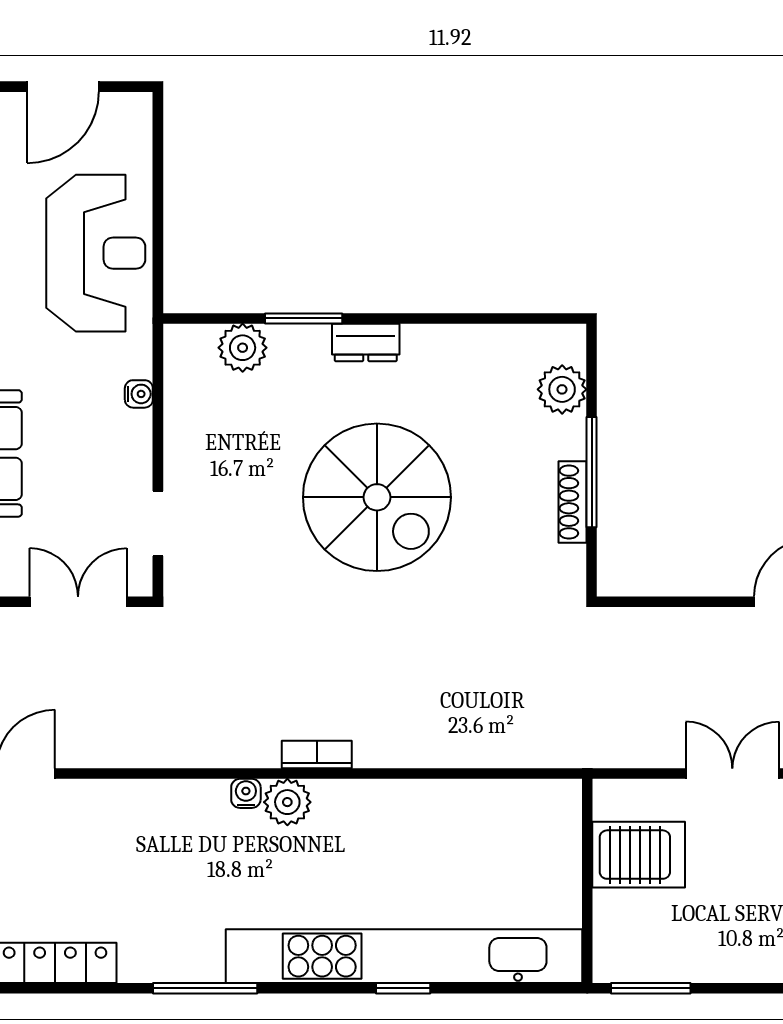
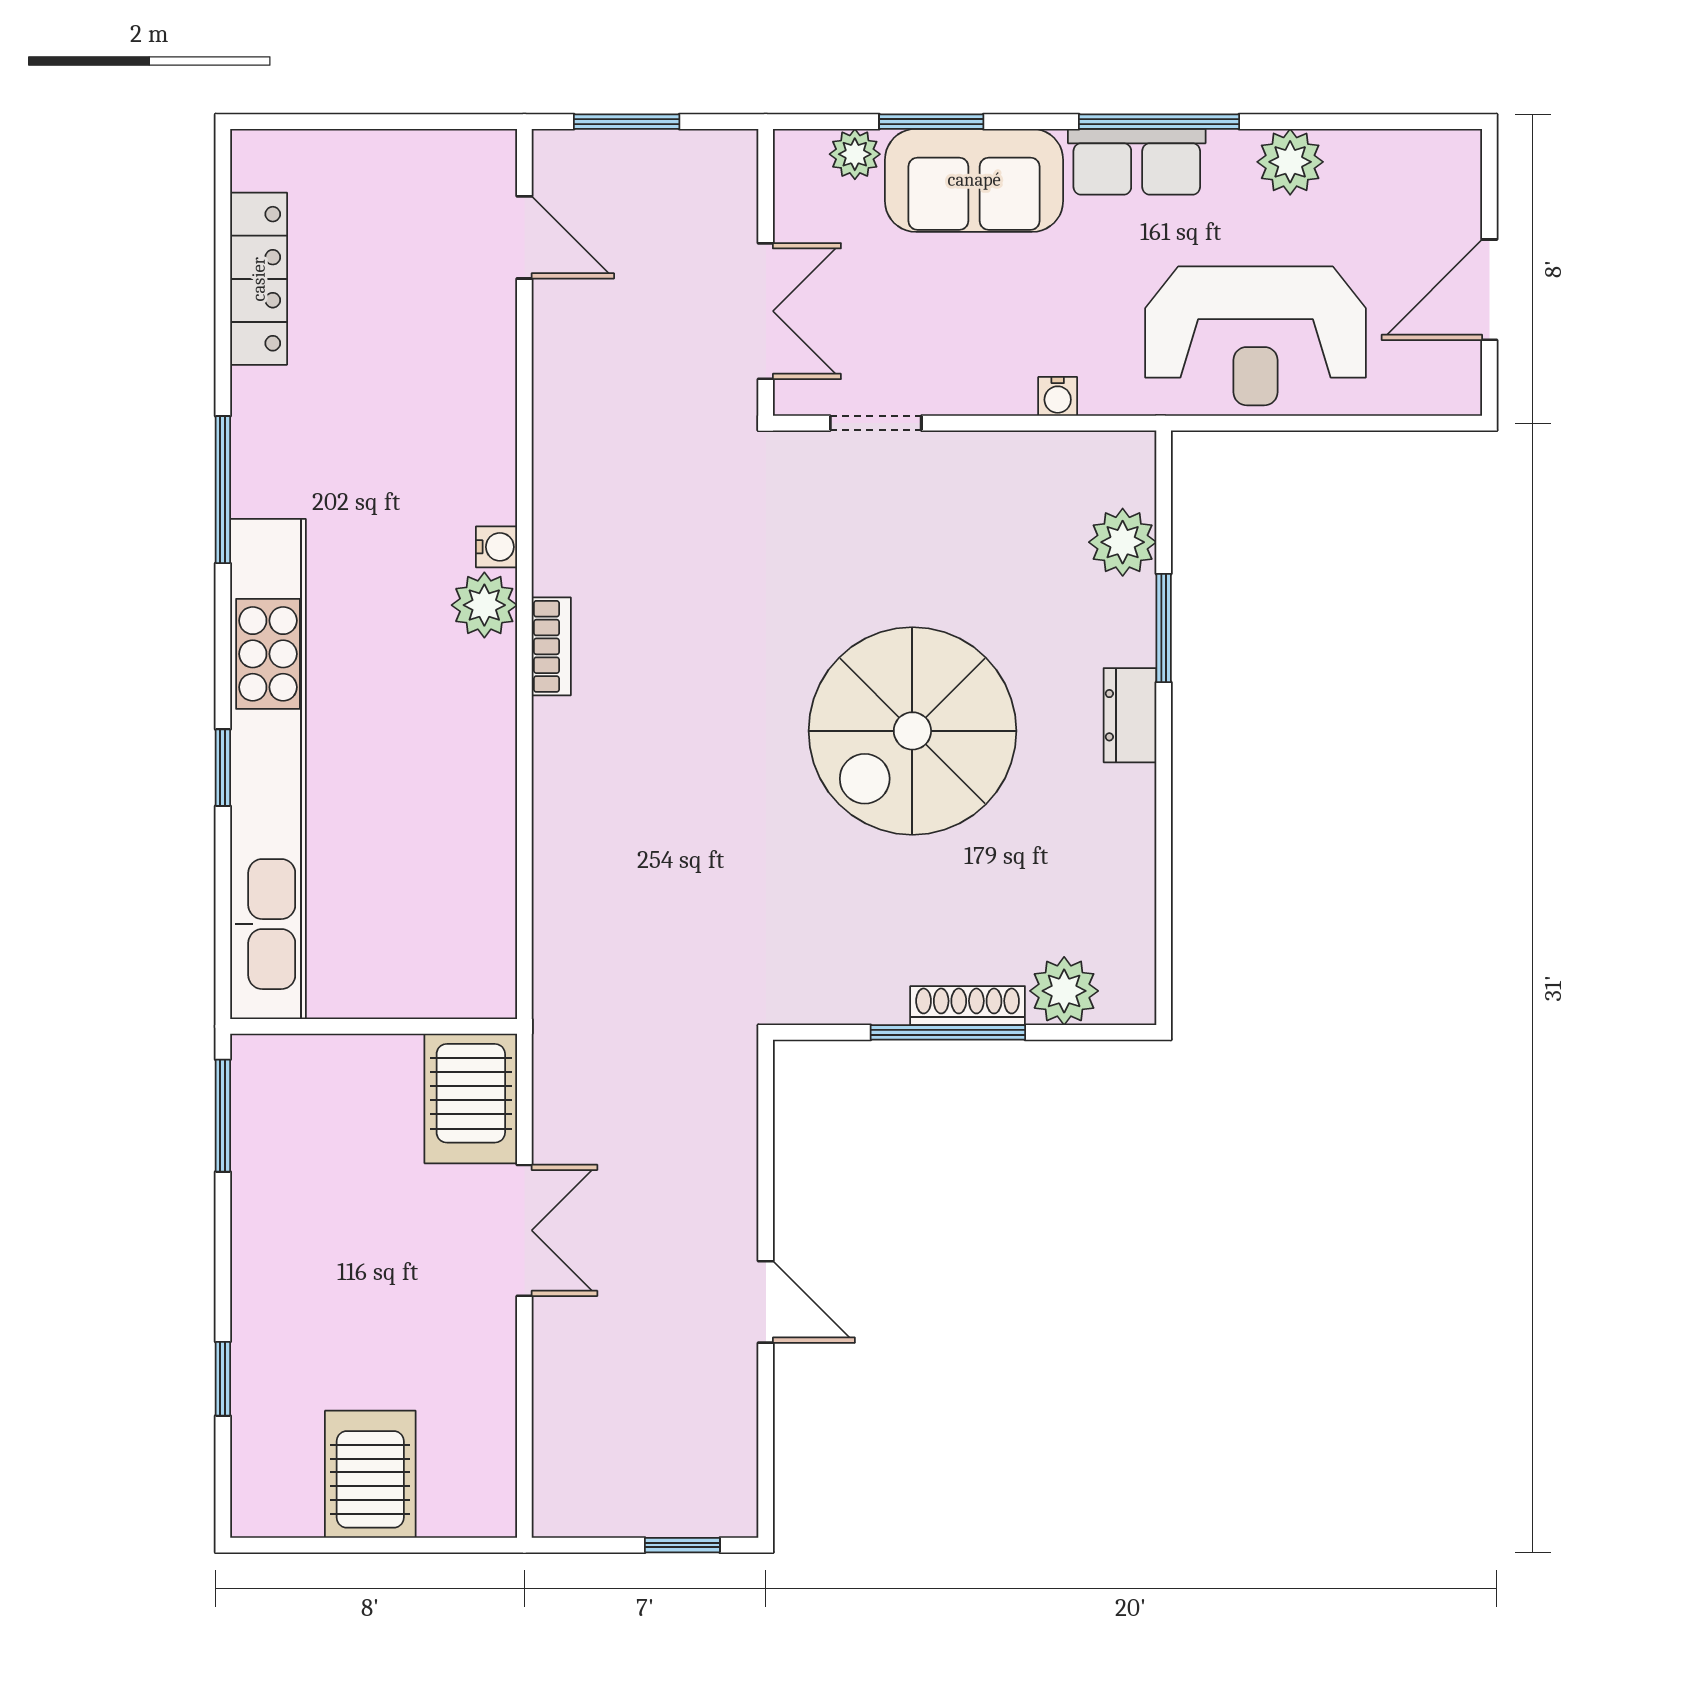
door: (63, 87) -> (1489, 290), hinge flipped
shoe rack: (572, 502) -> (968, 1006), moved
server rack: (639, 855) -> (471, 1098), moved

